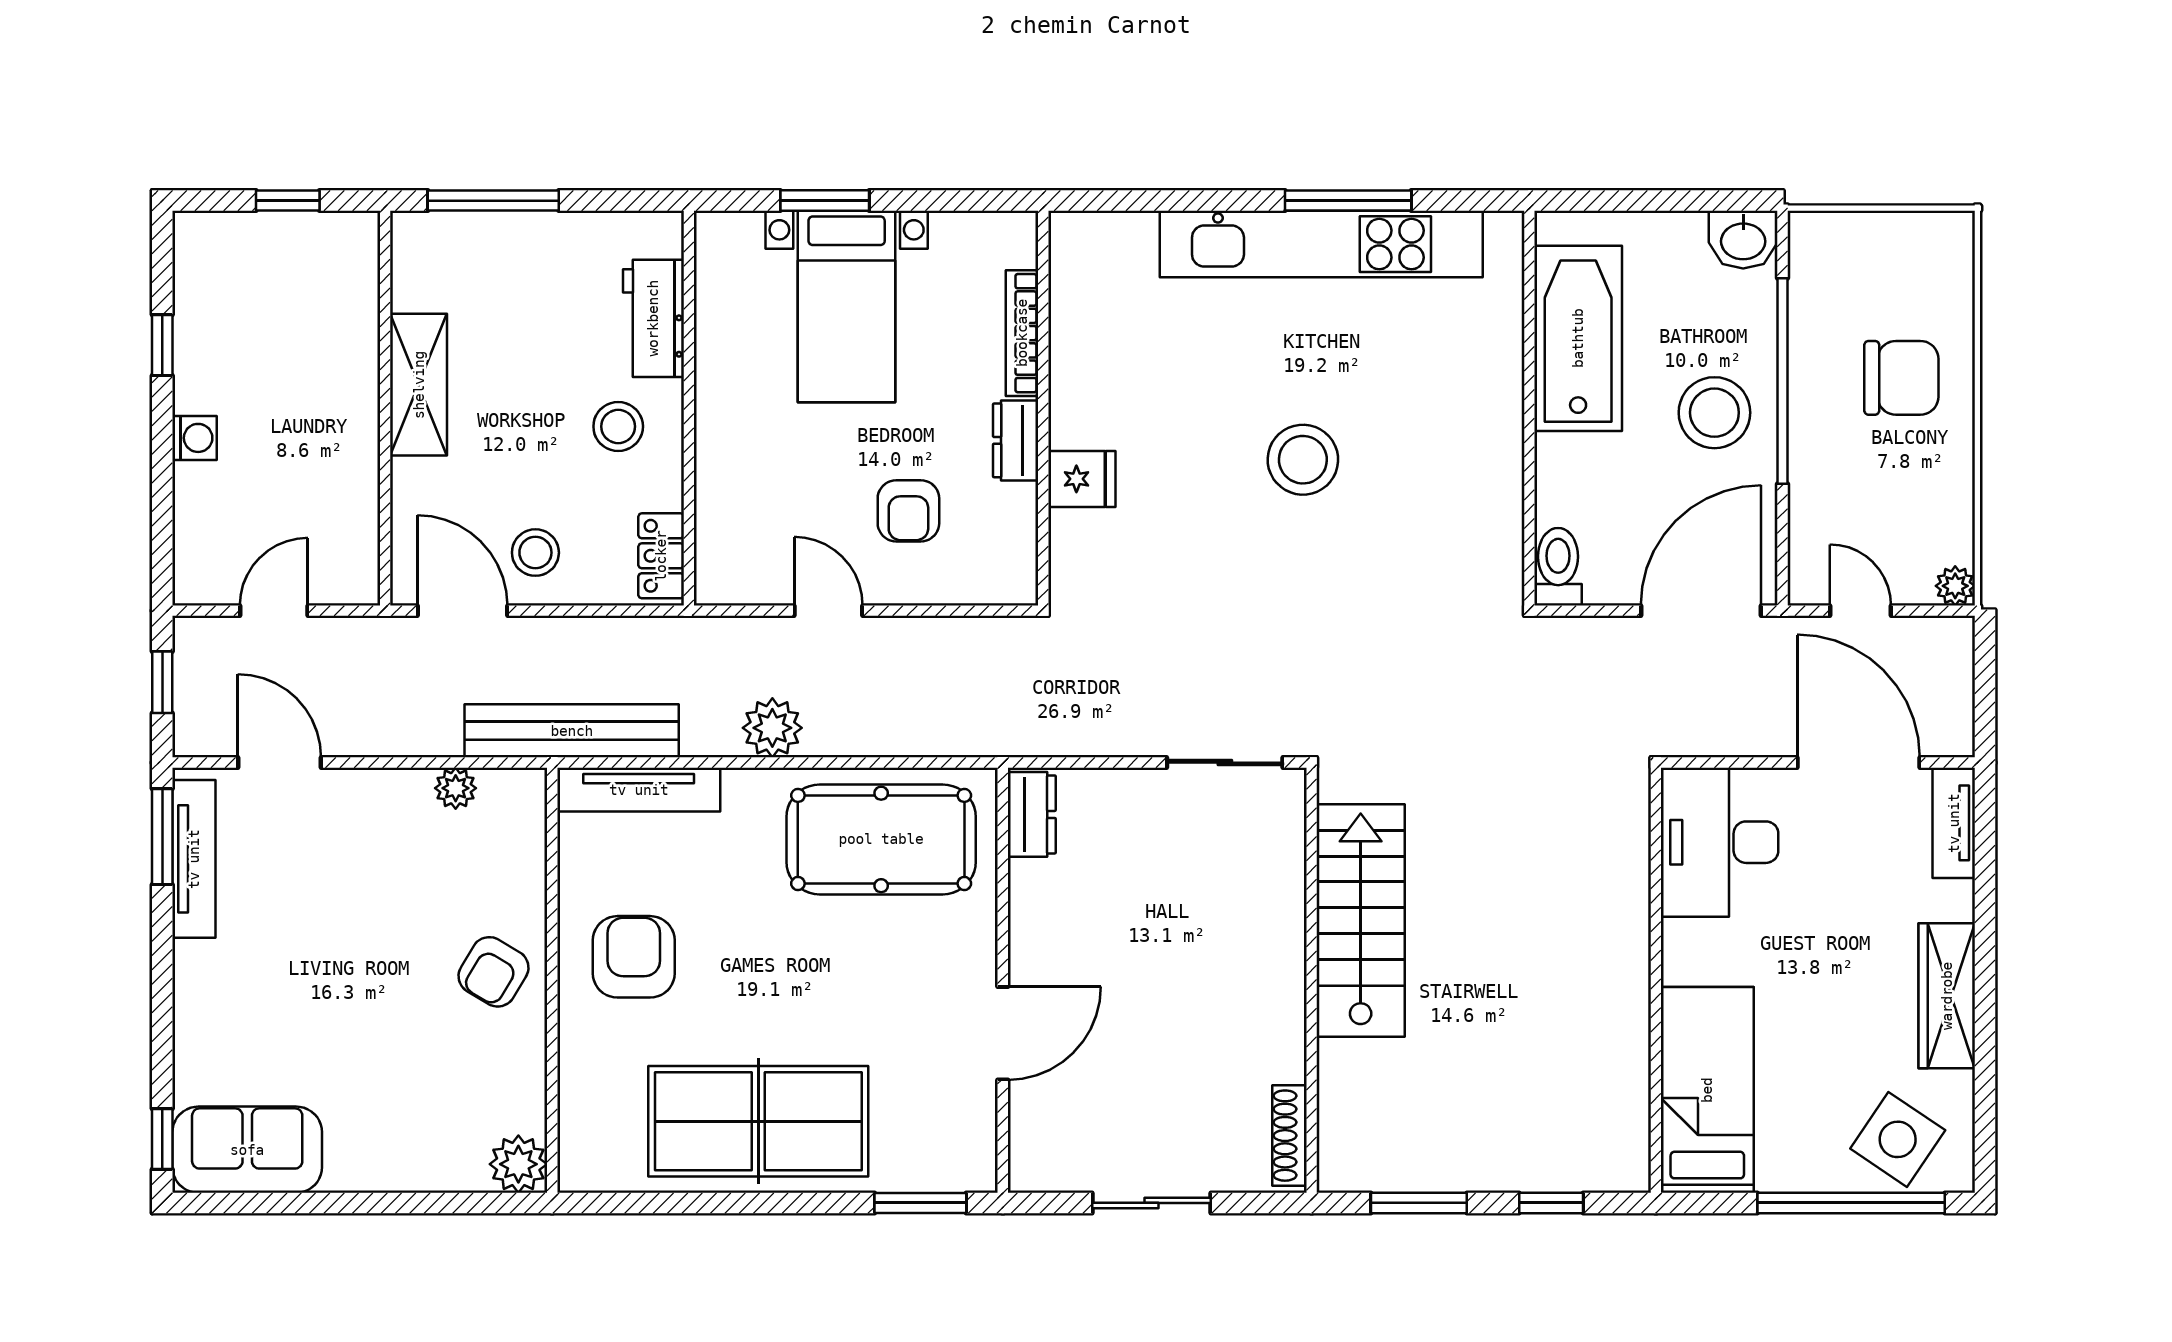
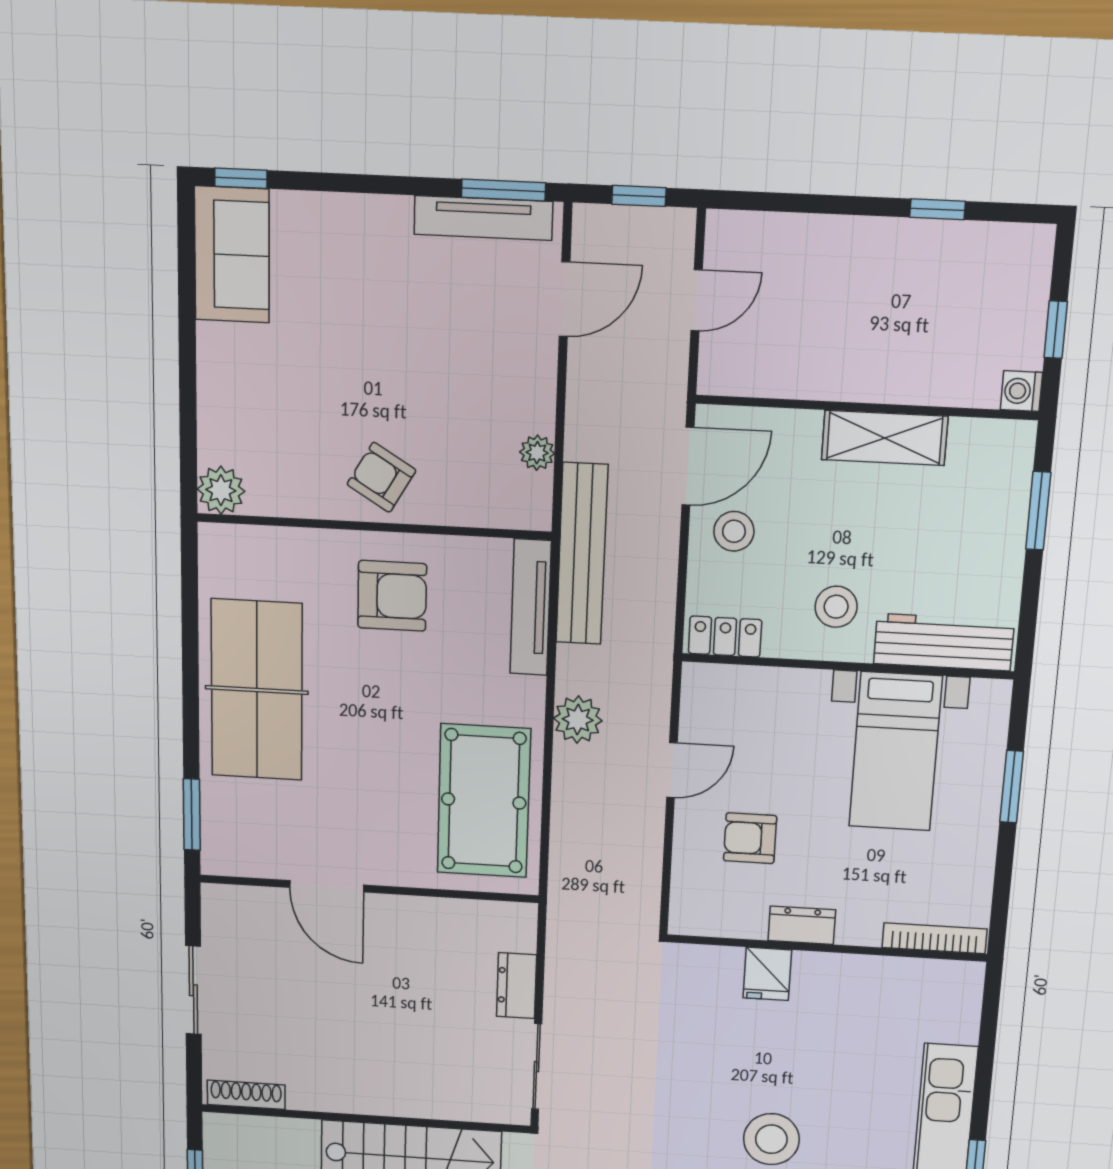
window: (493, 201) -> (1038, 511), width x0.69
bed with nightstands: (847, 306) -> (895, 752), moved, turned -90
workbench: (653, 318) -> (944, 642), width x1.37
bookcase: (1022, 333) -> (934, 938), moved
washing machine: (195, 438) -> (1021, 391), moved, turned 90
door: (274, 611) -> (697, 300), hinge flipped
dresser: (1032, 814) -> (516, 986), moved, turned 90

